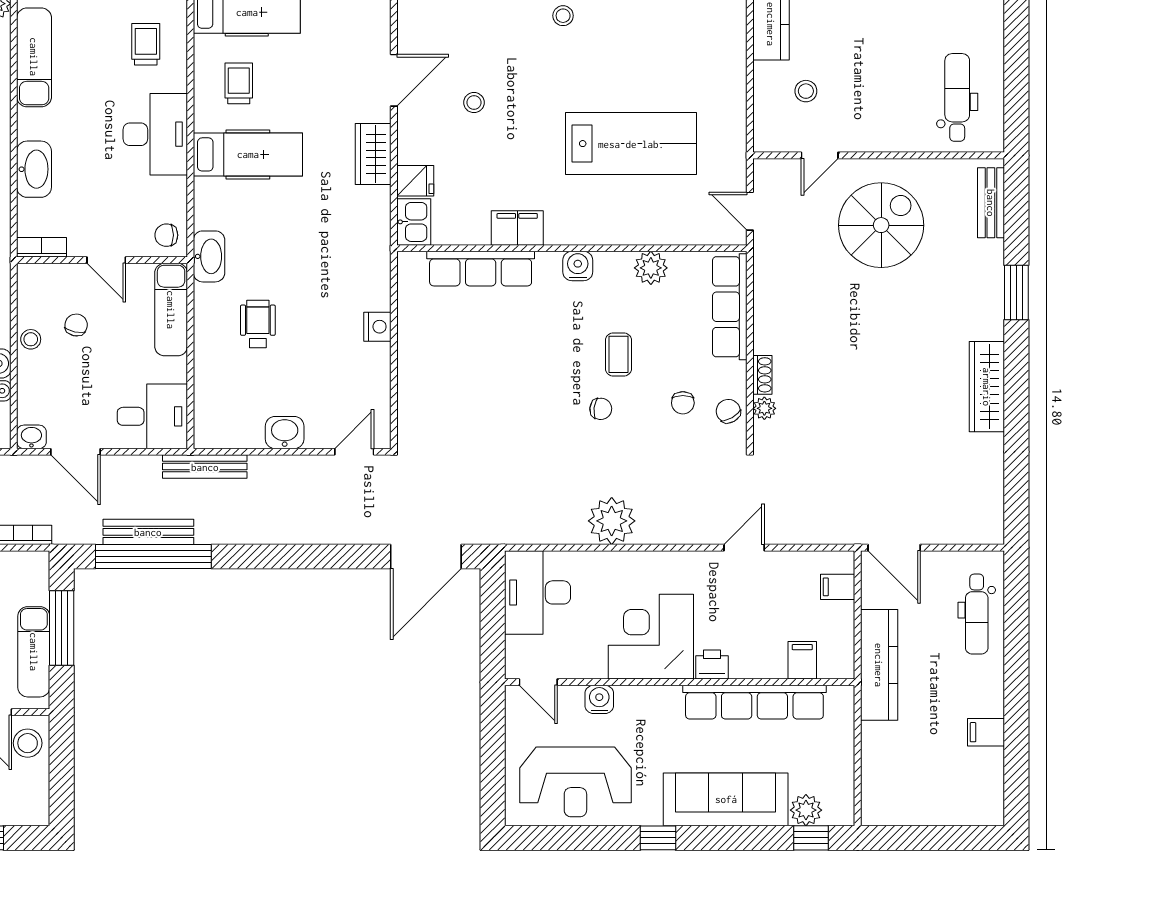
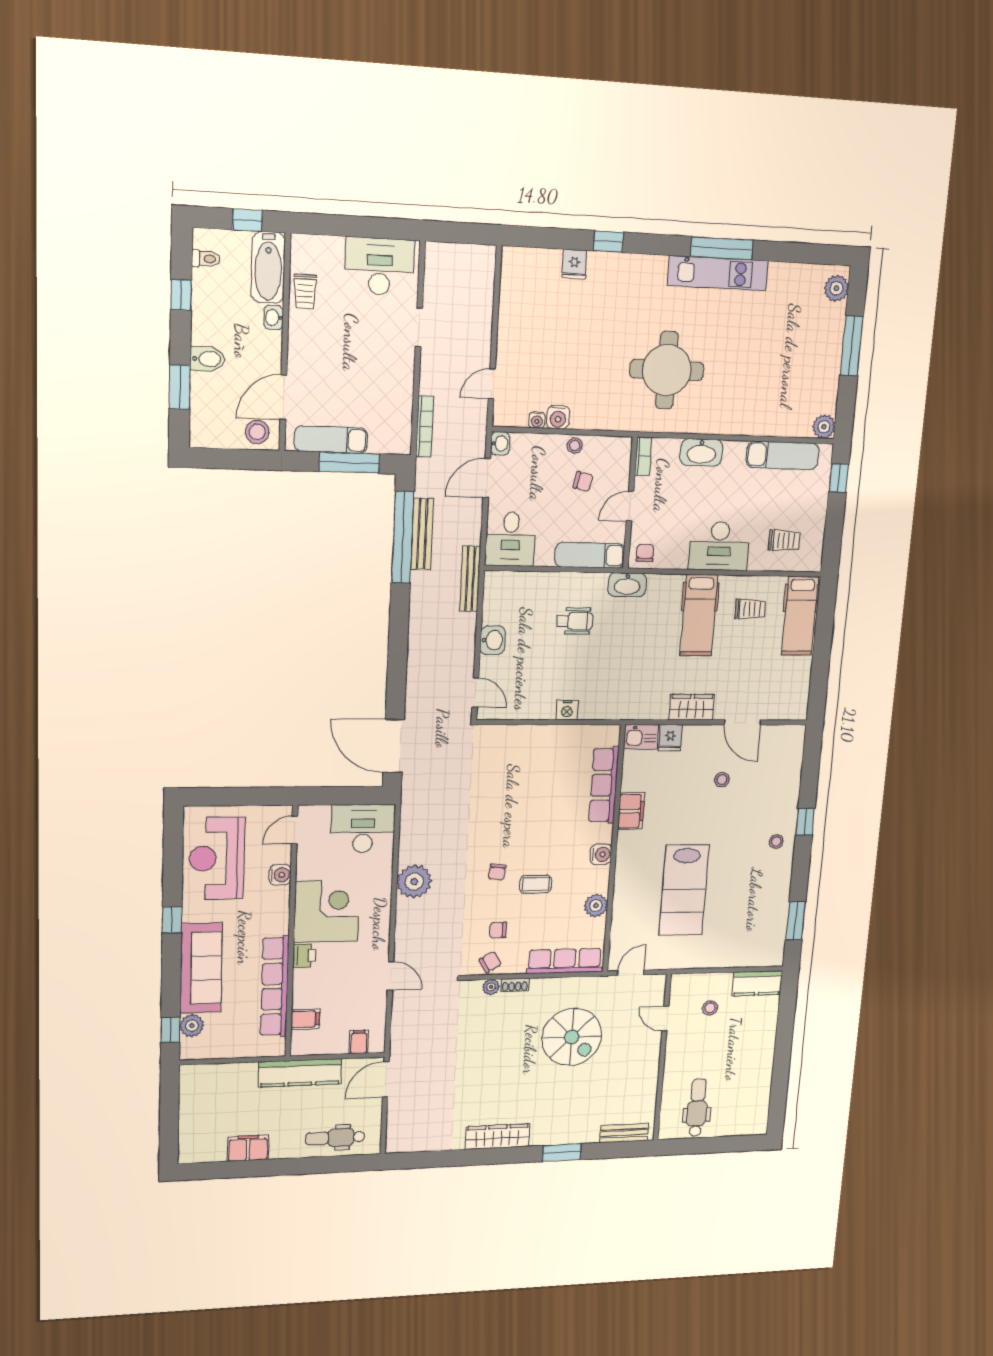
dental chair: (957, 97) -> (697, 1108), turned -90
spiral stairs: (881, 225) -> (572, 1037), moved
filing cabinet: (986, 732) -> (248, 1148), width x2.00

